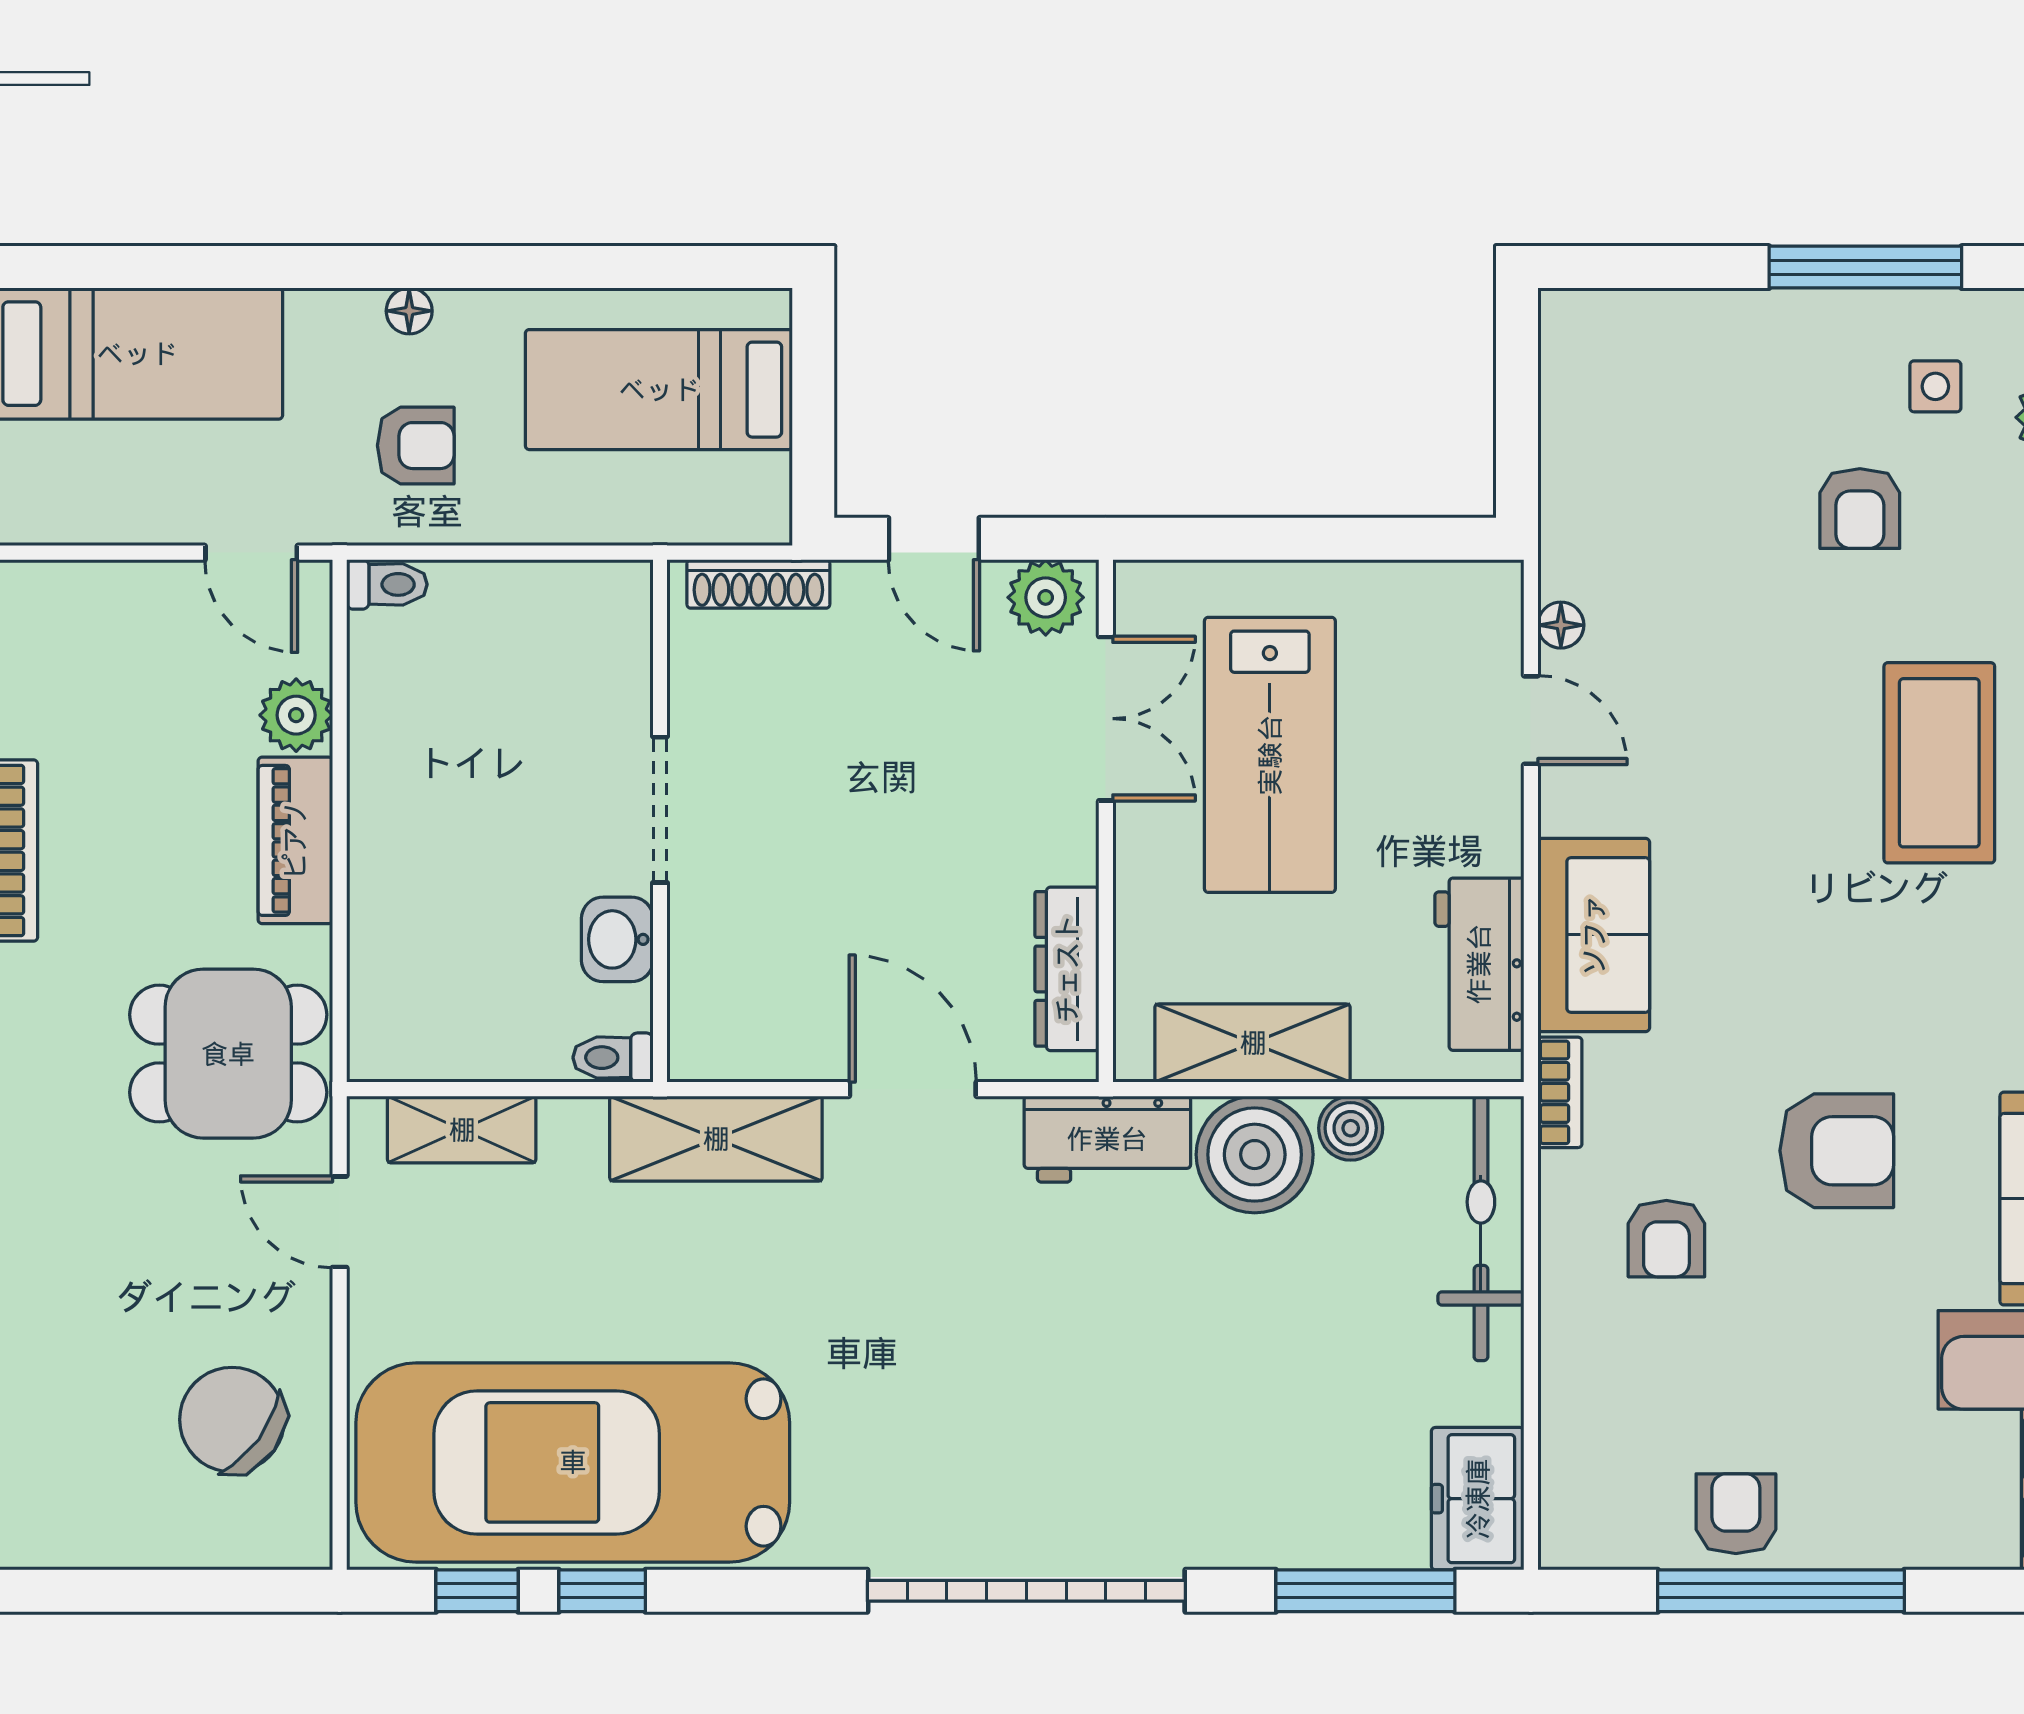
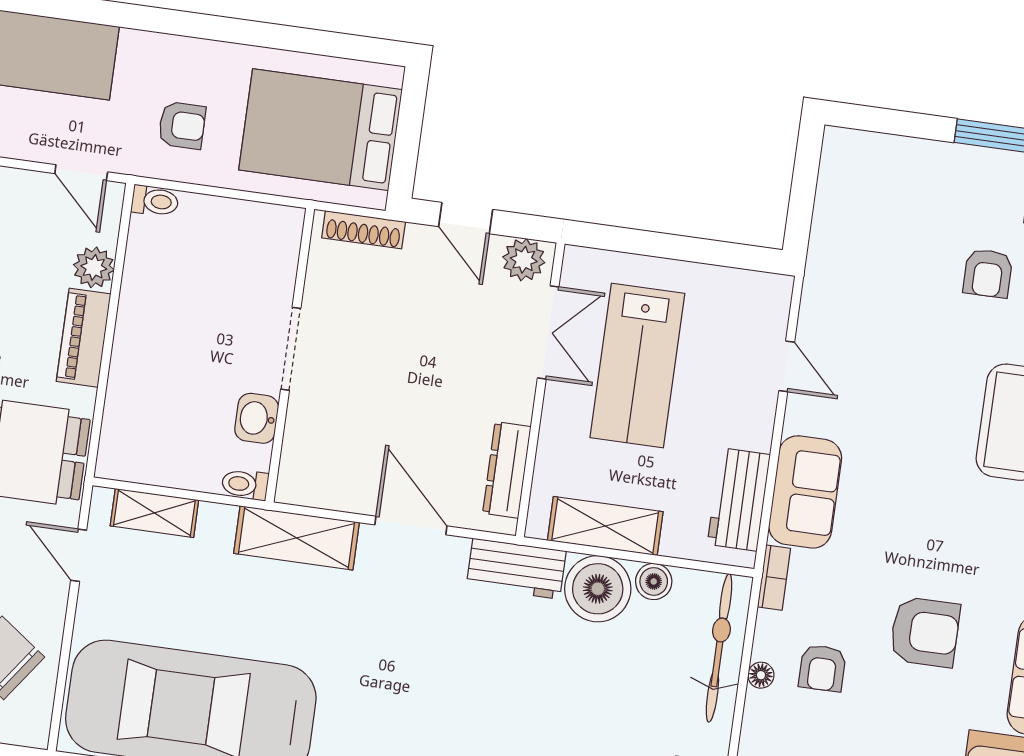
floor lamp: (409, 311) -> (189, 49), removed
bed: (659, 390) -> (320, 130), width x1.50
floor lamp: (1561, 625) -> (761, 675), moved

